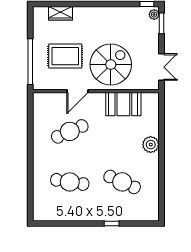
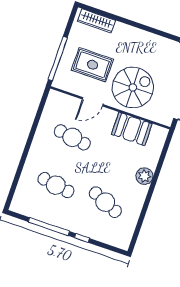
wardrobe: (61, 13) -> (96, 21), width x1.50
cafe table: (70, 131) -> (72, 137), turned 33
window: (77, 223) -> (49, 227), added

